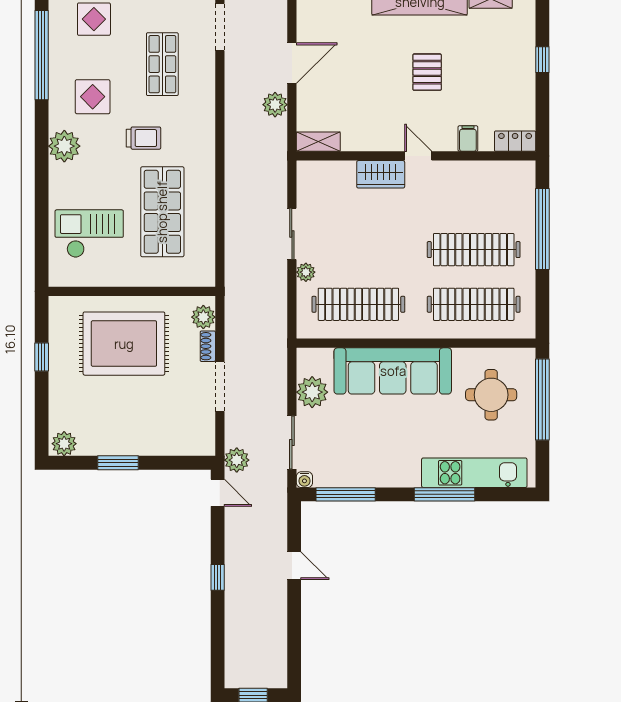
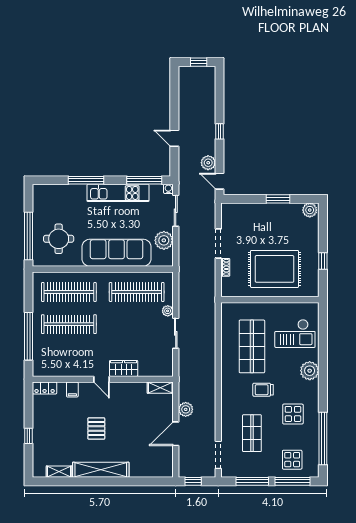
plant: (64, 146) -> (310, 371), moved
plant: (203, 317) -> (228, 284), removed
plant: (237, 460) -> (208, 163), moved
kitchen unit: (474, 473) -> (118, 193), moved

